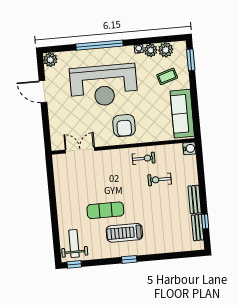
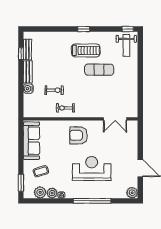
reception desk: (104, 85) -> (92, 169), width x0.74, depth x0.77
armchair: (124, 126) -> (78, 135), turned -90
water cooler: (189, 148) -> (28, 89), moved

